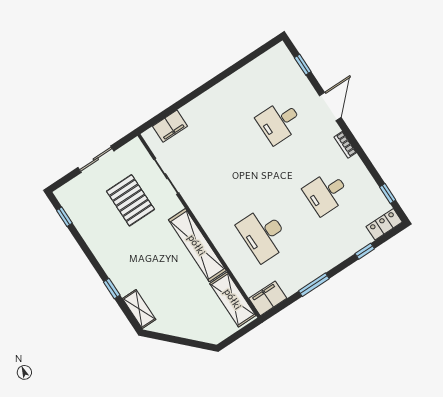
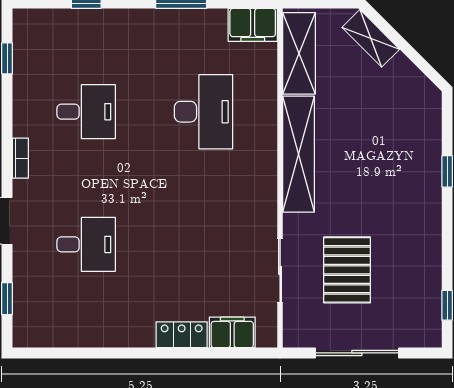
sliding door: (96, 159) -> (357, 353), width x1.37
locker: (384, 224) -> (182, 335), moved, turned 180
shelving: (139, 309) -> (371, 38), moved, turned -45

